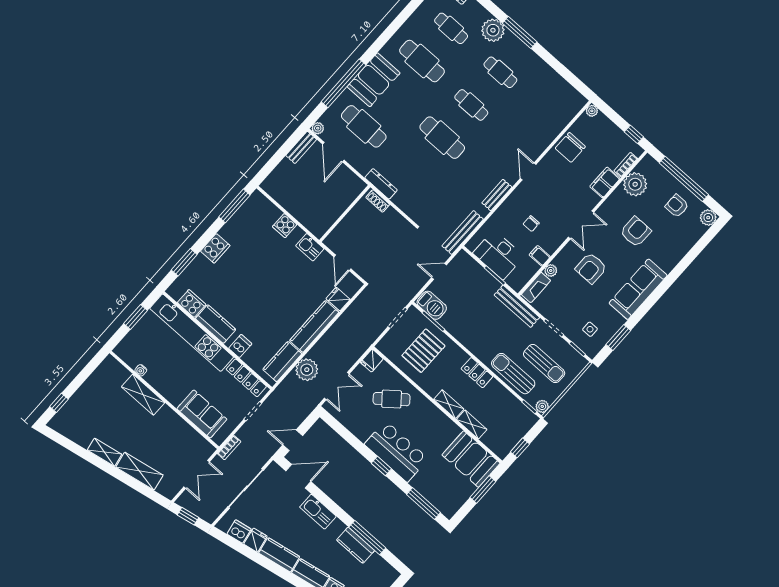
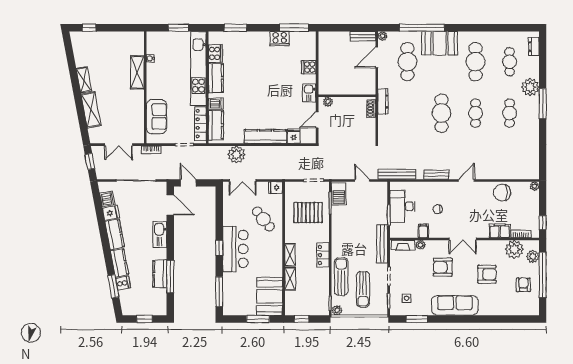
plant: (708, 218) -> (533, 256), moved
plant: (334, 237) -> (328, 102), added
cooker: (215, 248) -> (280, 39), moved
kitchen counter: (282, 362) -> (216, 125), moved, turned 90

